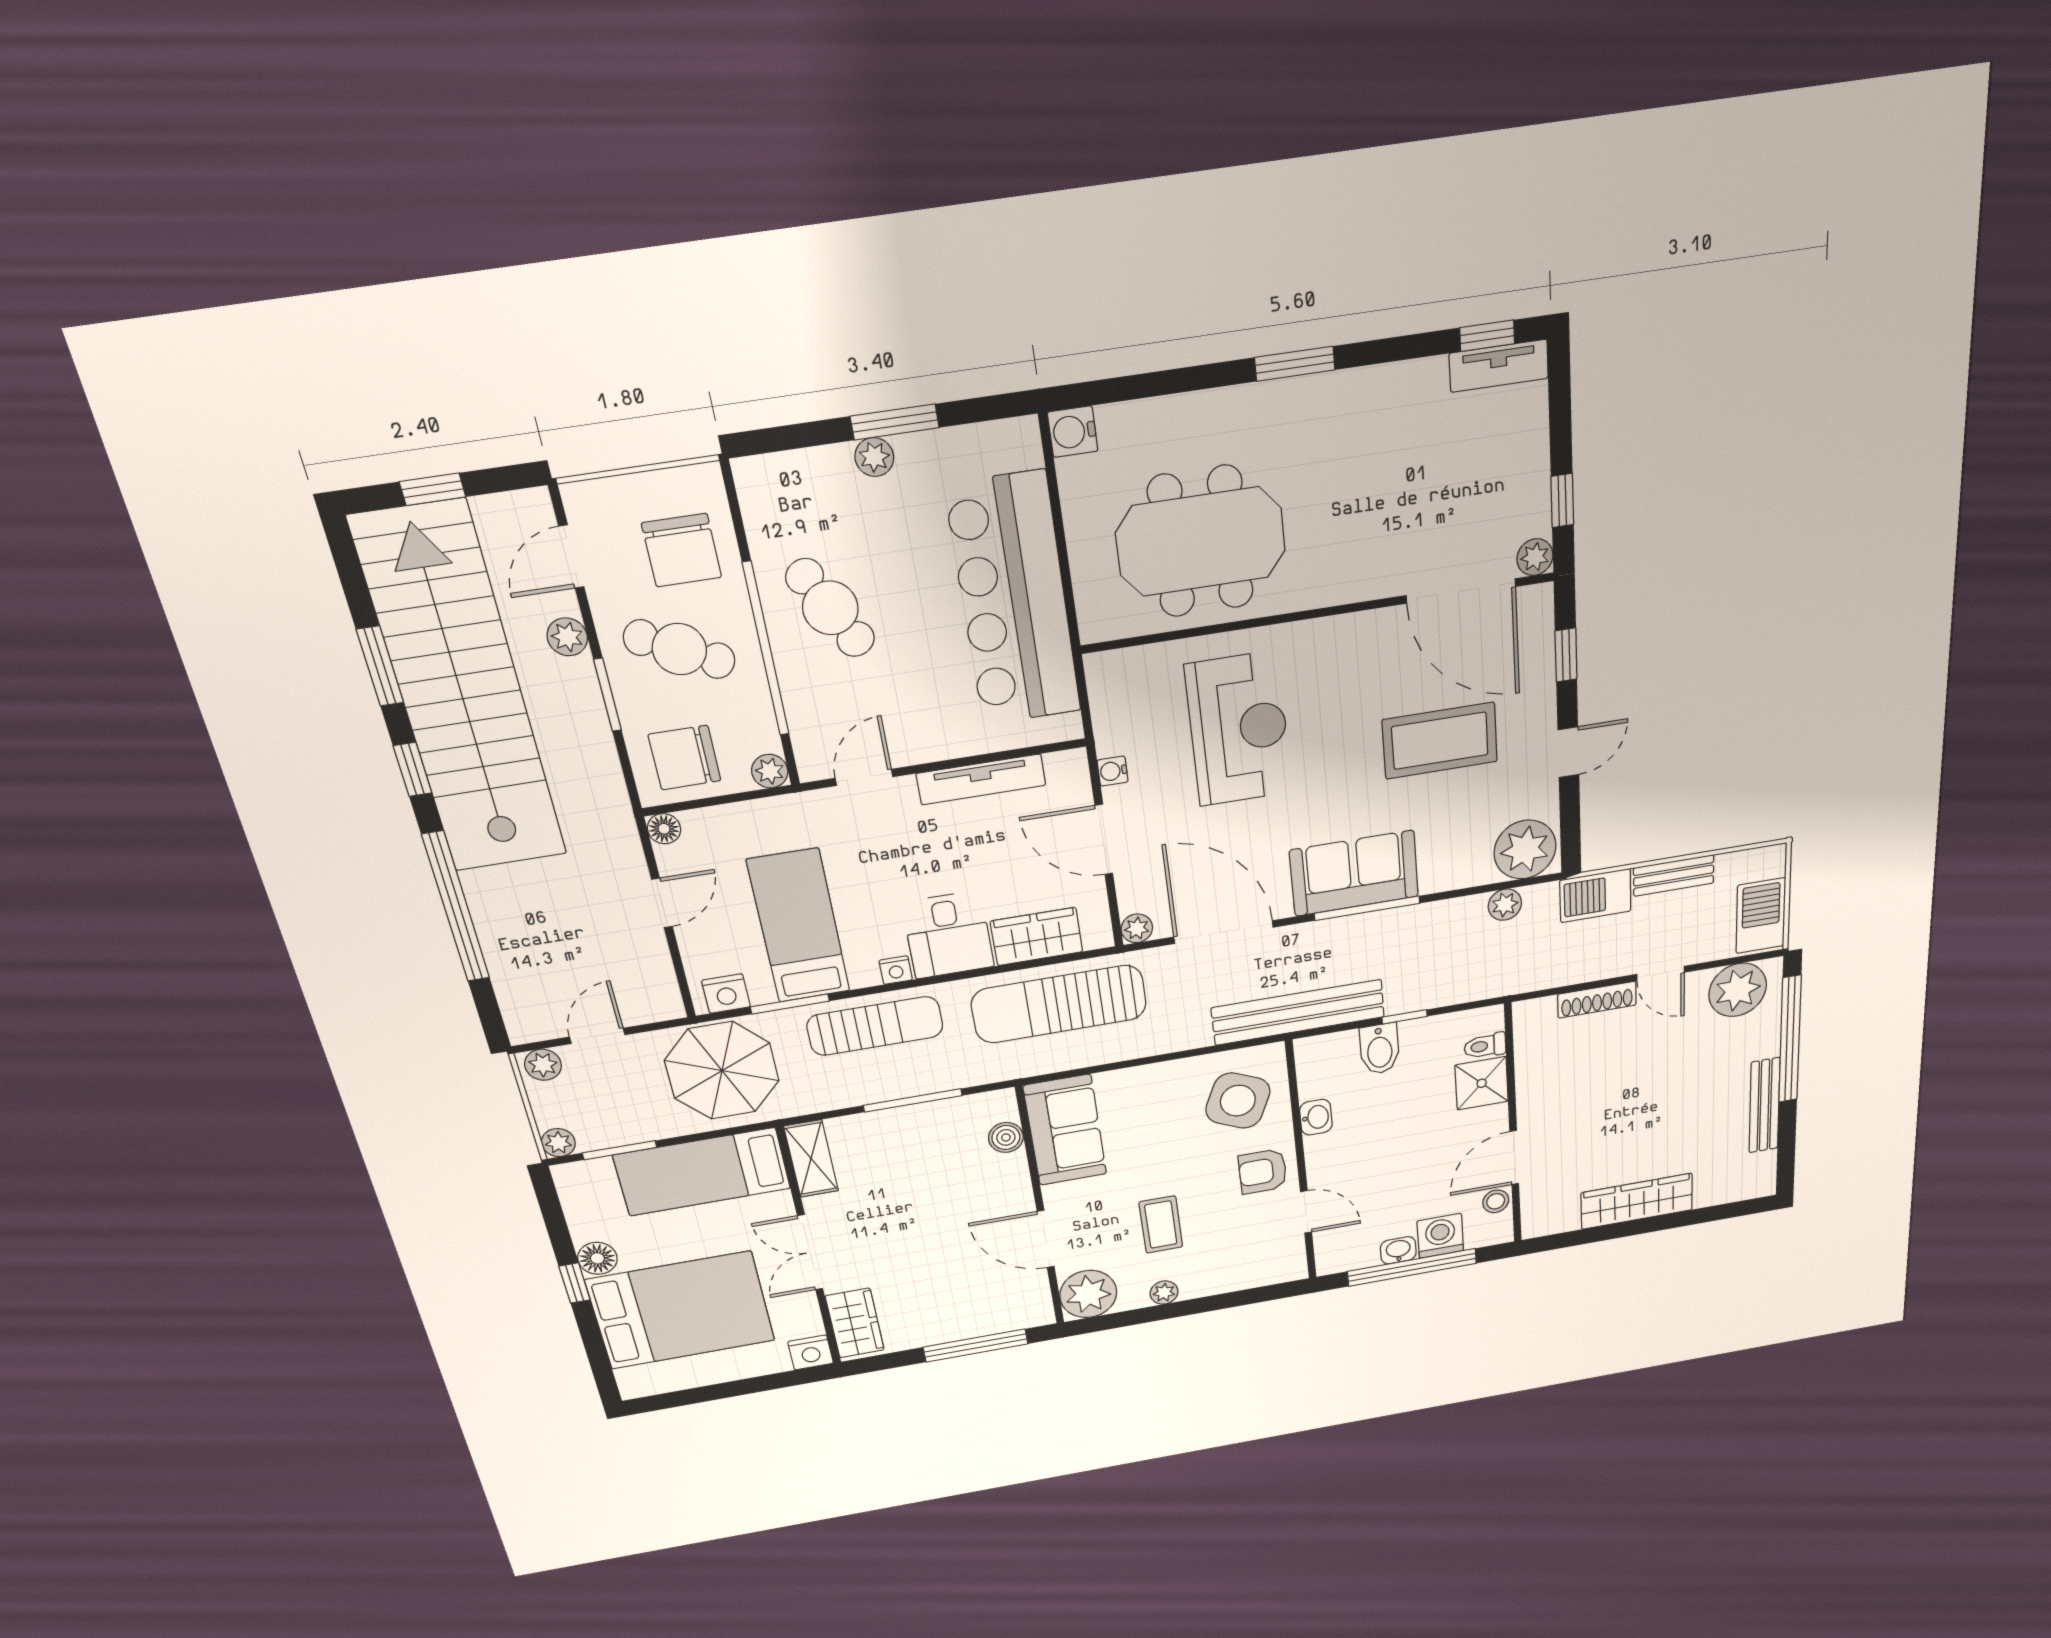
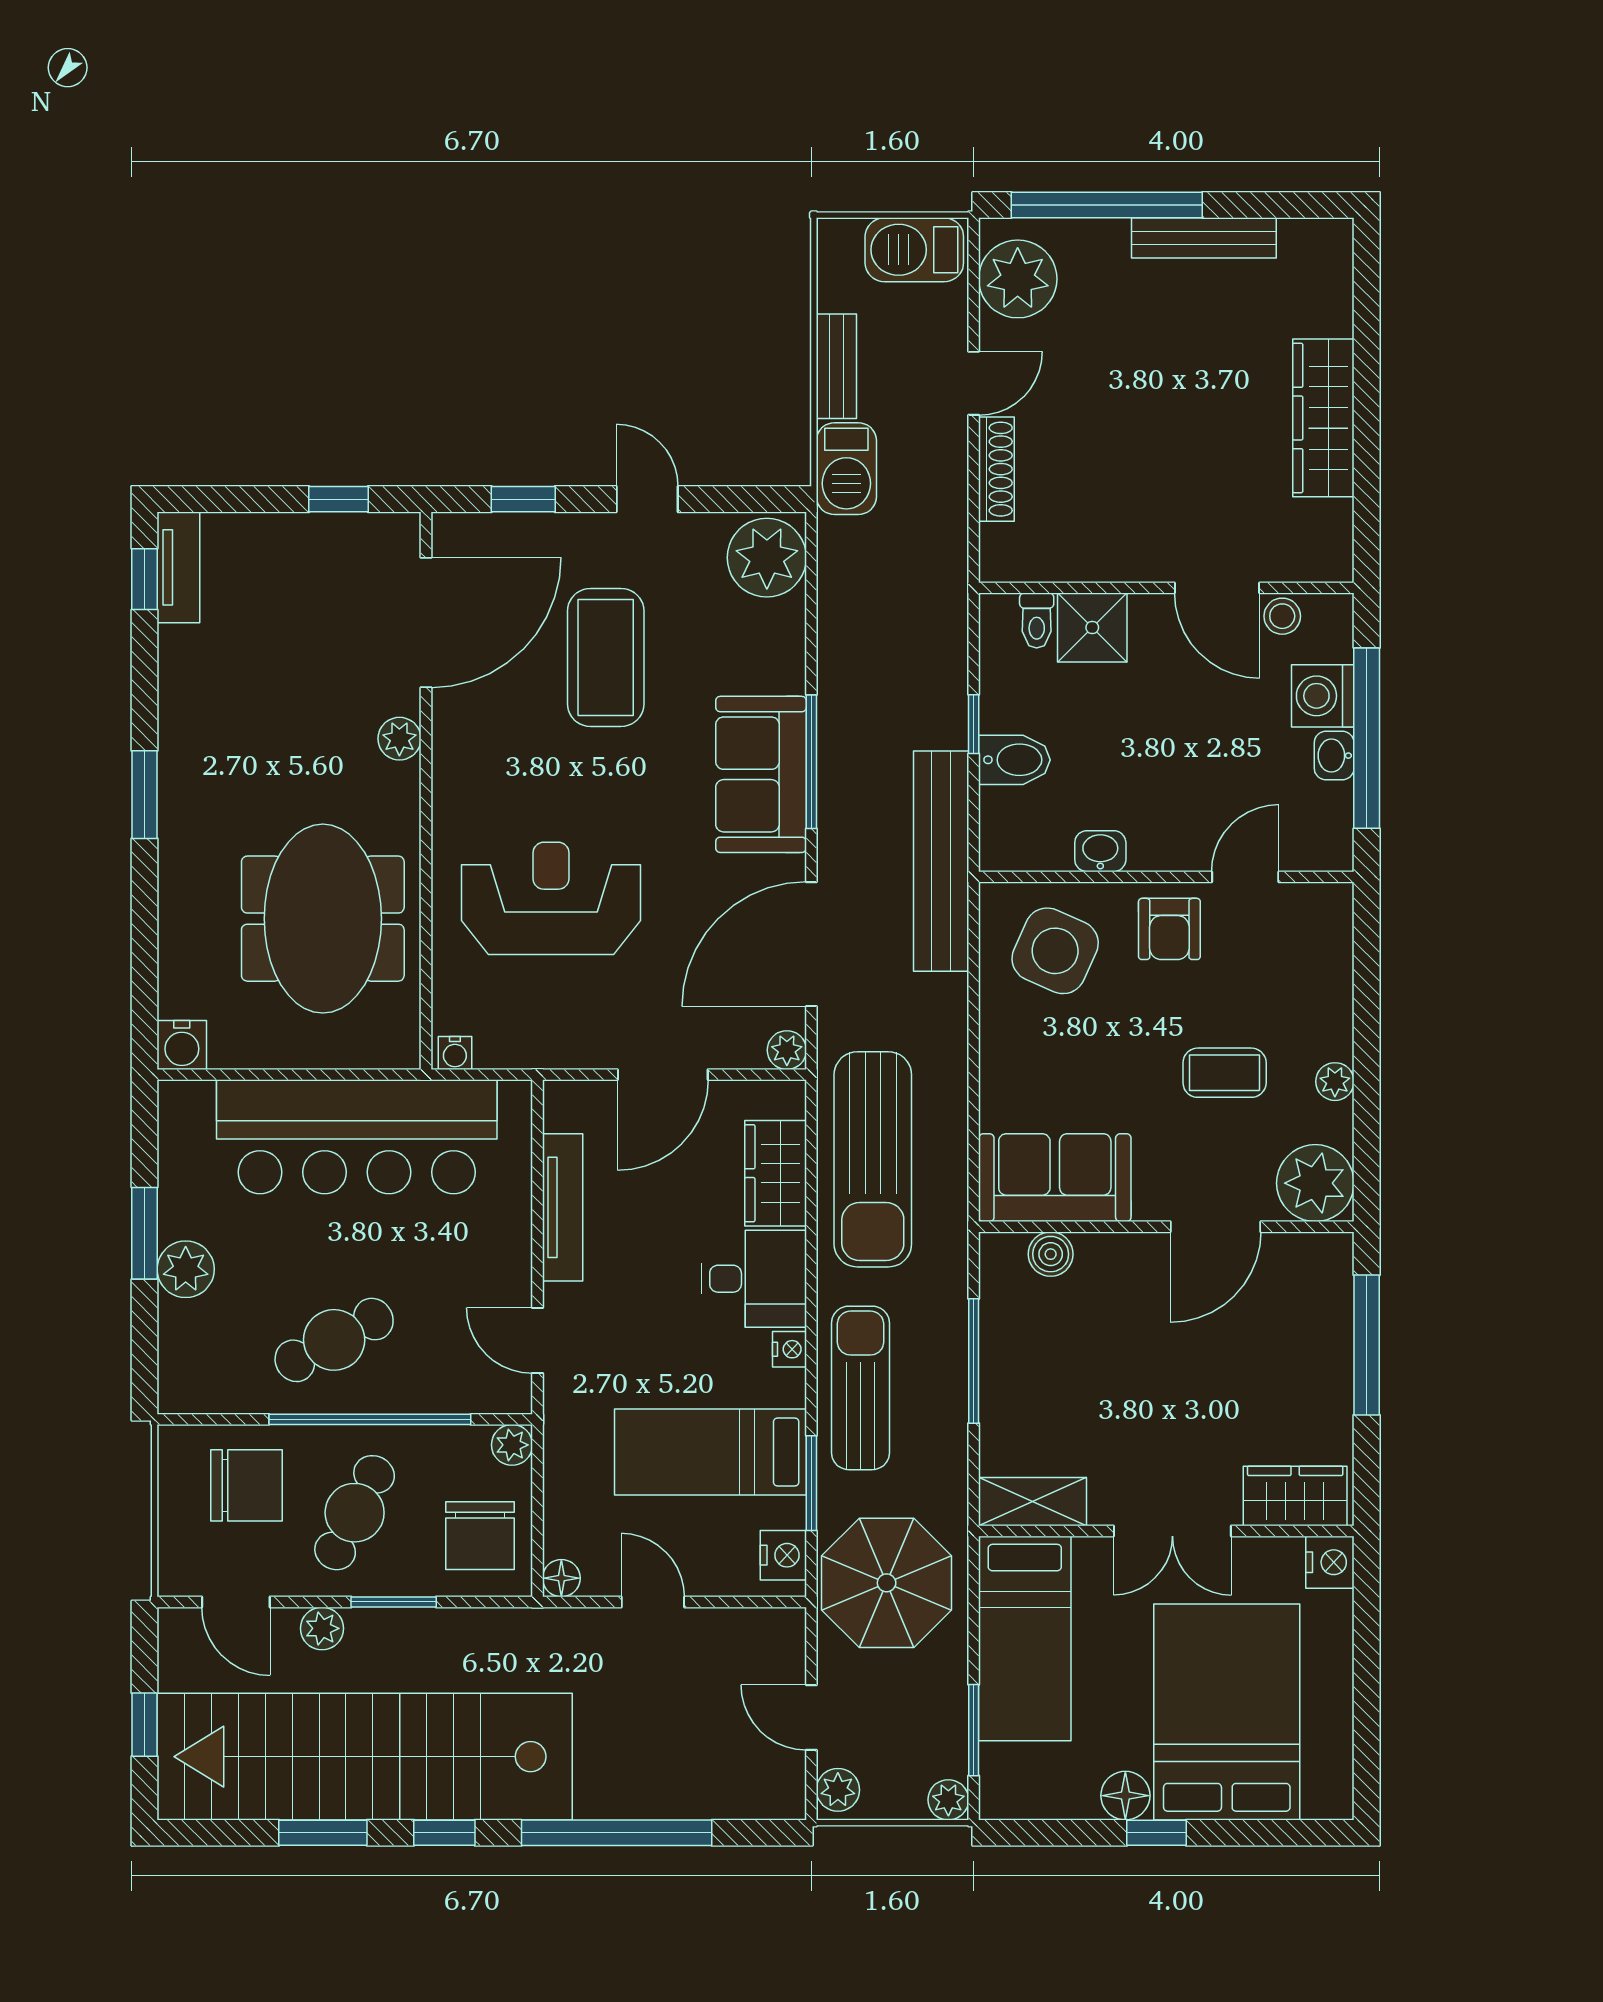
plant: (874, 457) -> (186, 1269), width x1.38, depth x1.38
plant: (1535, 557) -> (399, 739), moved
water cooler: (1113, 771) -> (455, 1053), moved
plant: (1505, 905) -> (838, 586), removed

